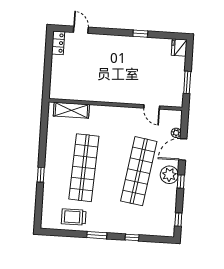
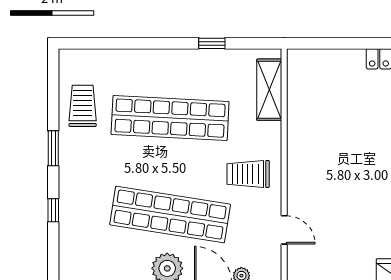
door: (152, 107) -> (284, 230), swing flipped
trolley: (119, 125) -> (248, 174), added
window: (41, 175) -> (212, 43), moved

